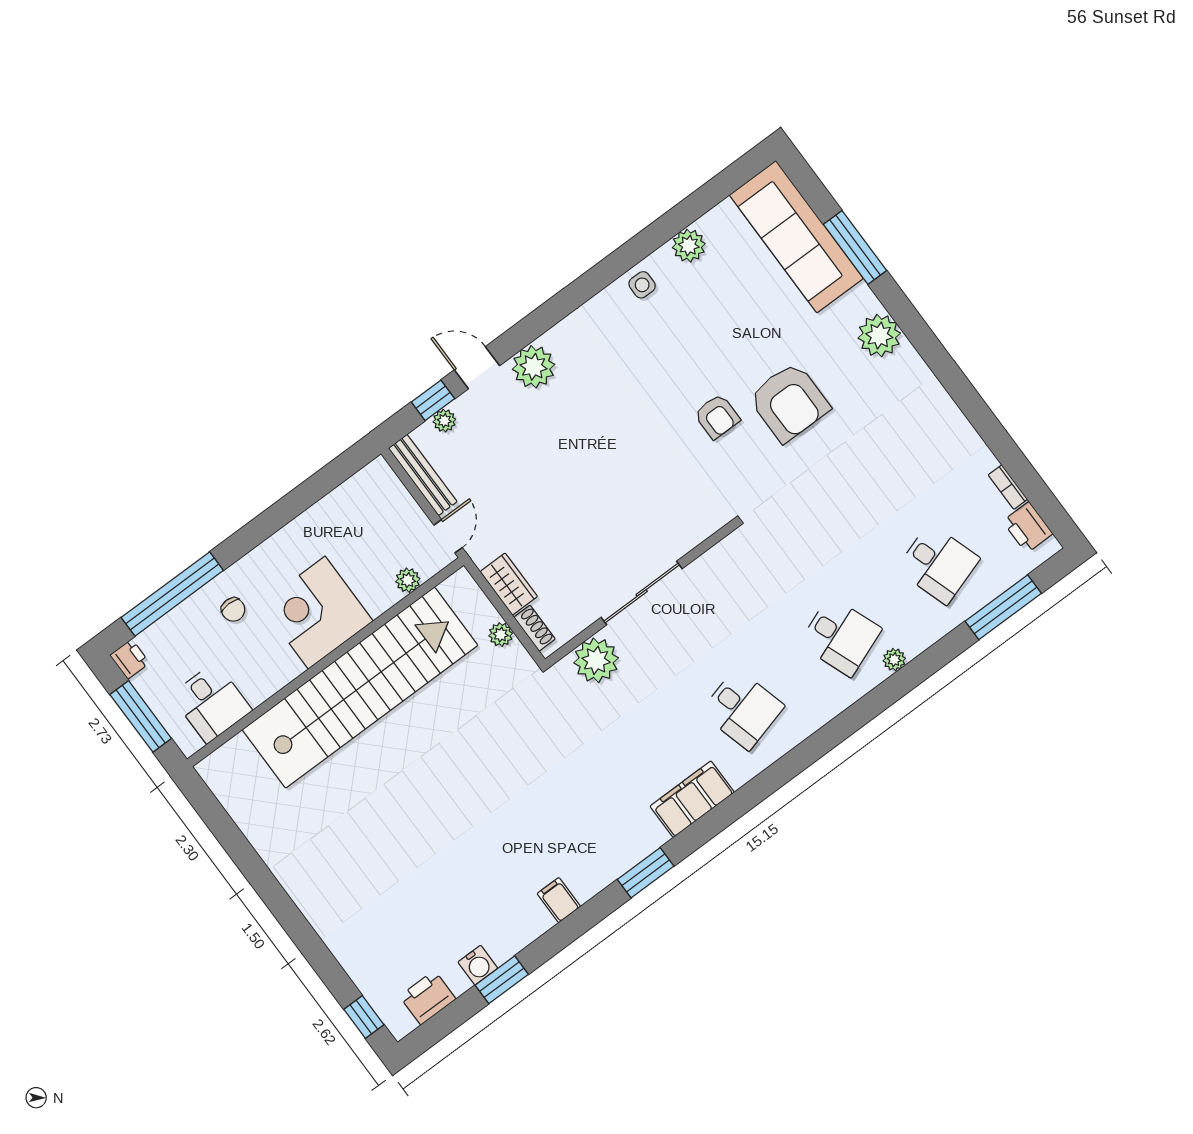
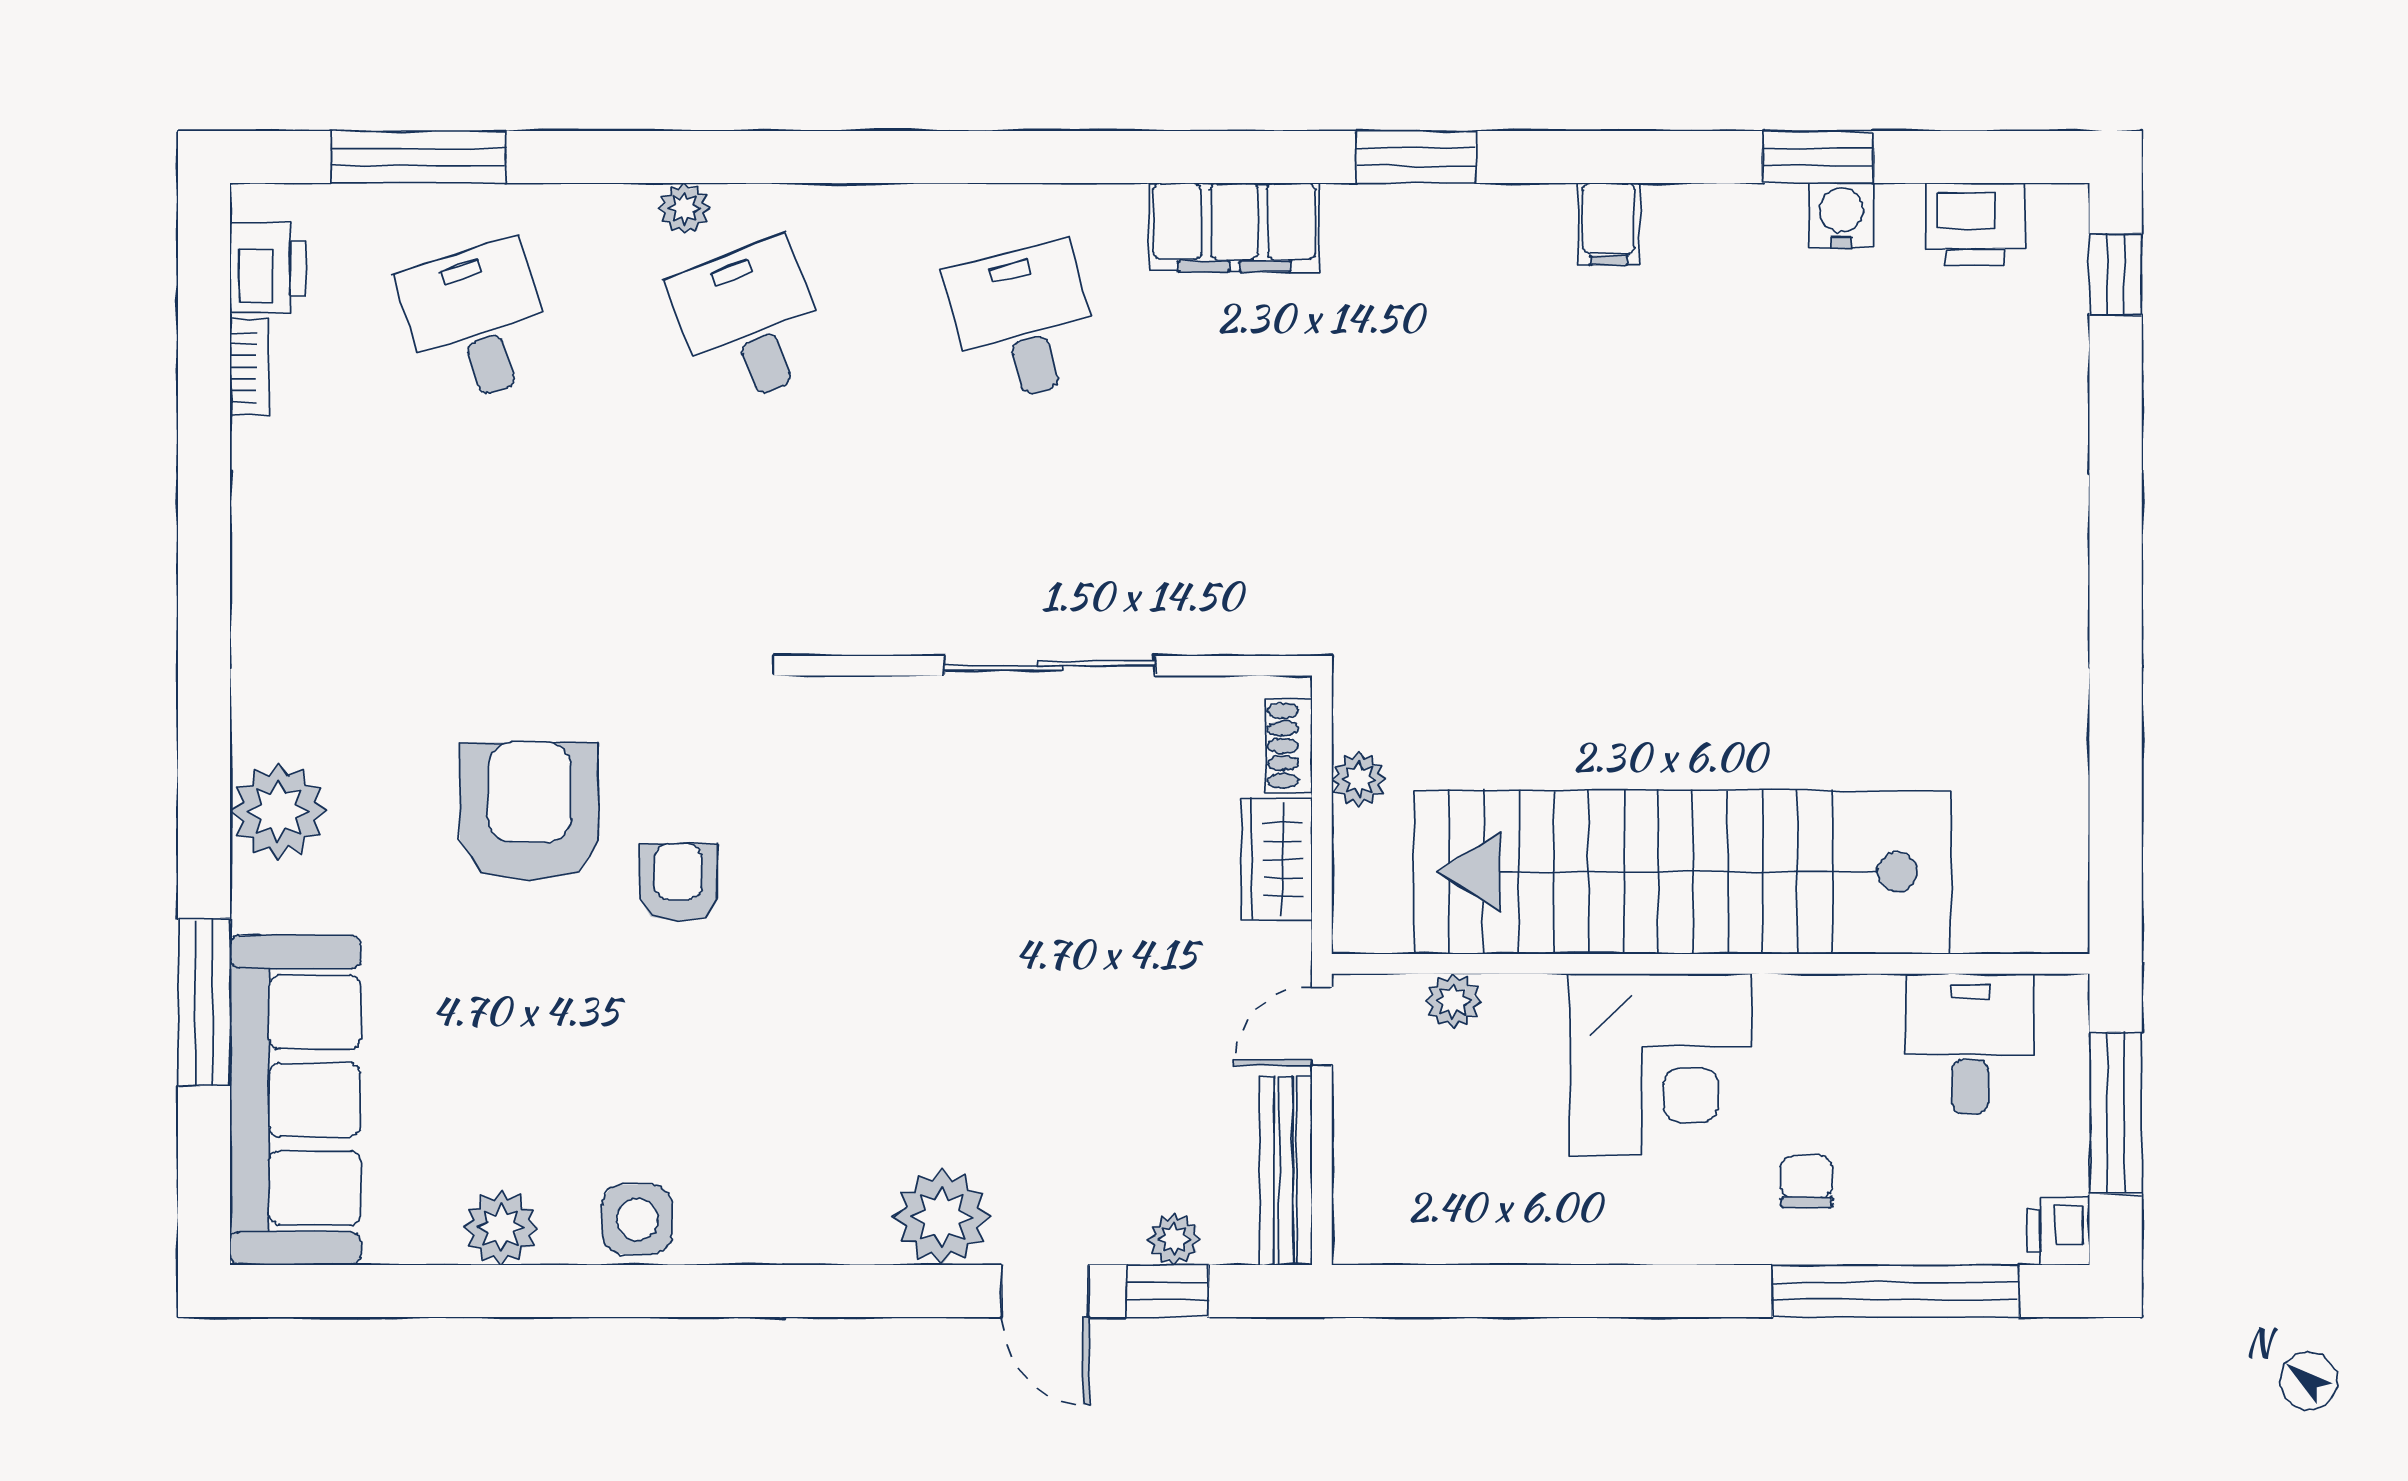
side table: (642, 285) -> (637, 1219), width x1.37, depth x1.37
plant: (596, 660) -> (1221, 605), removed

